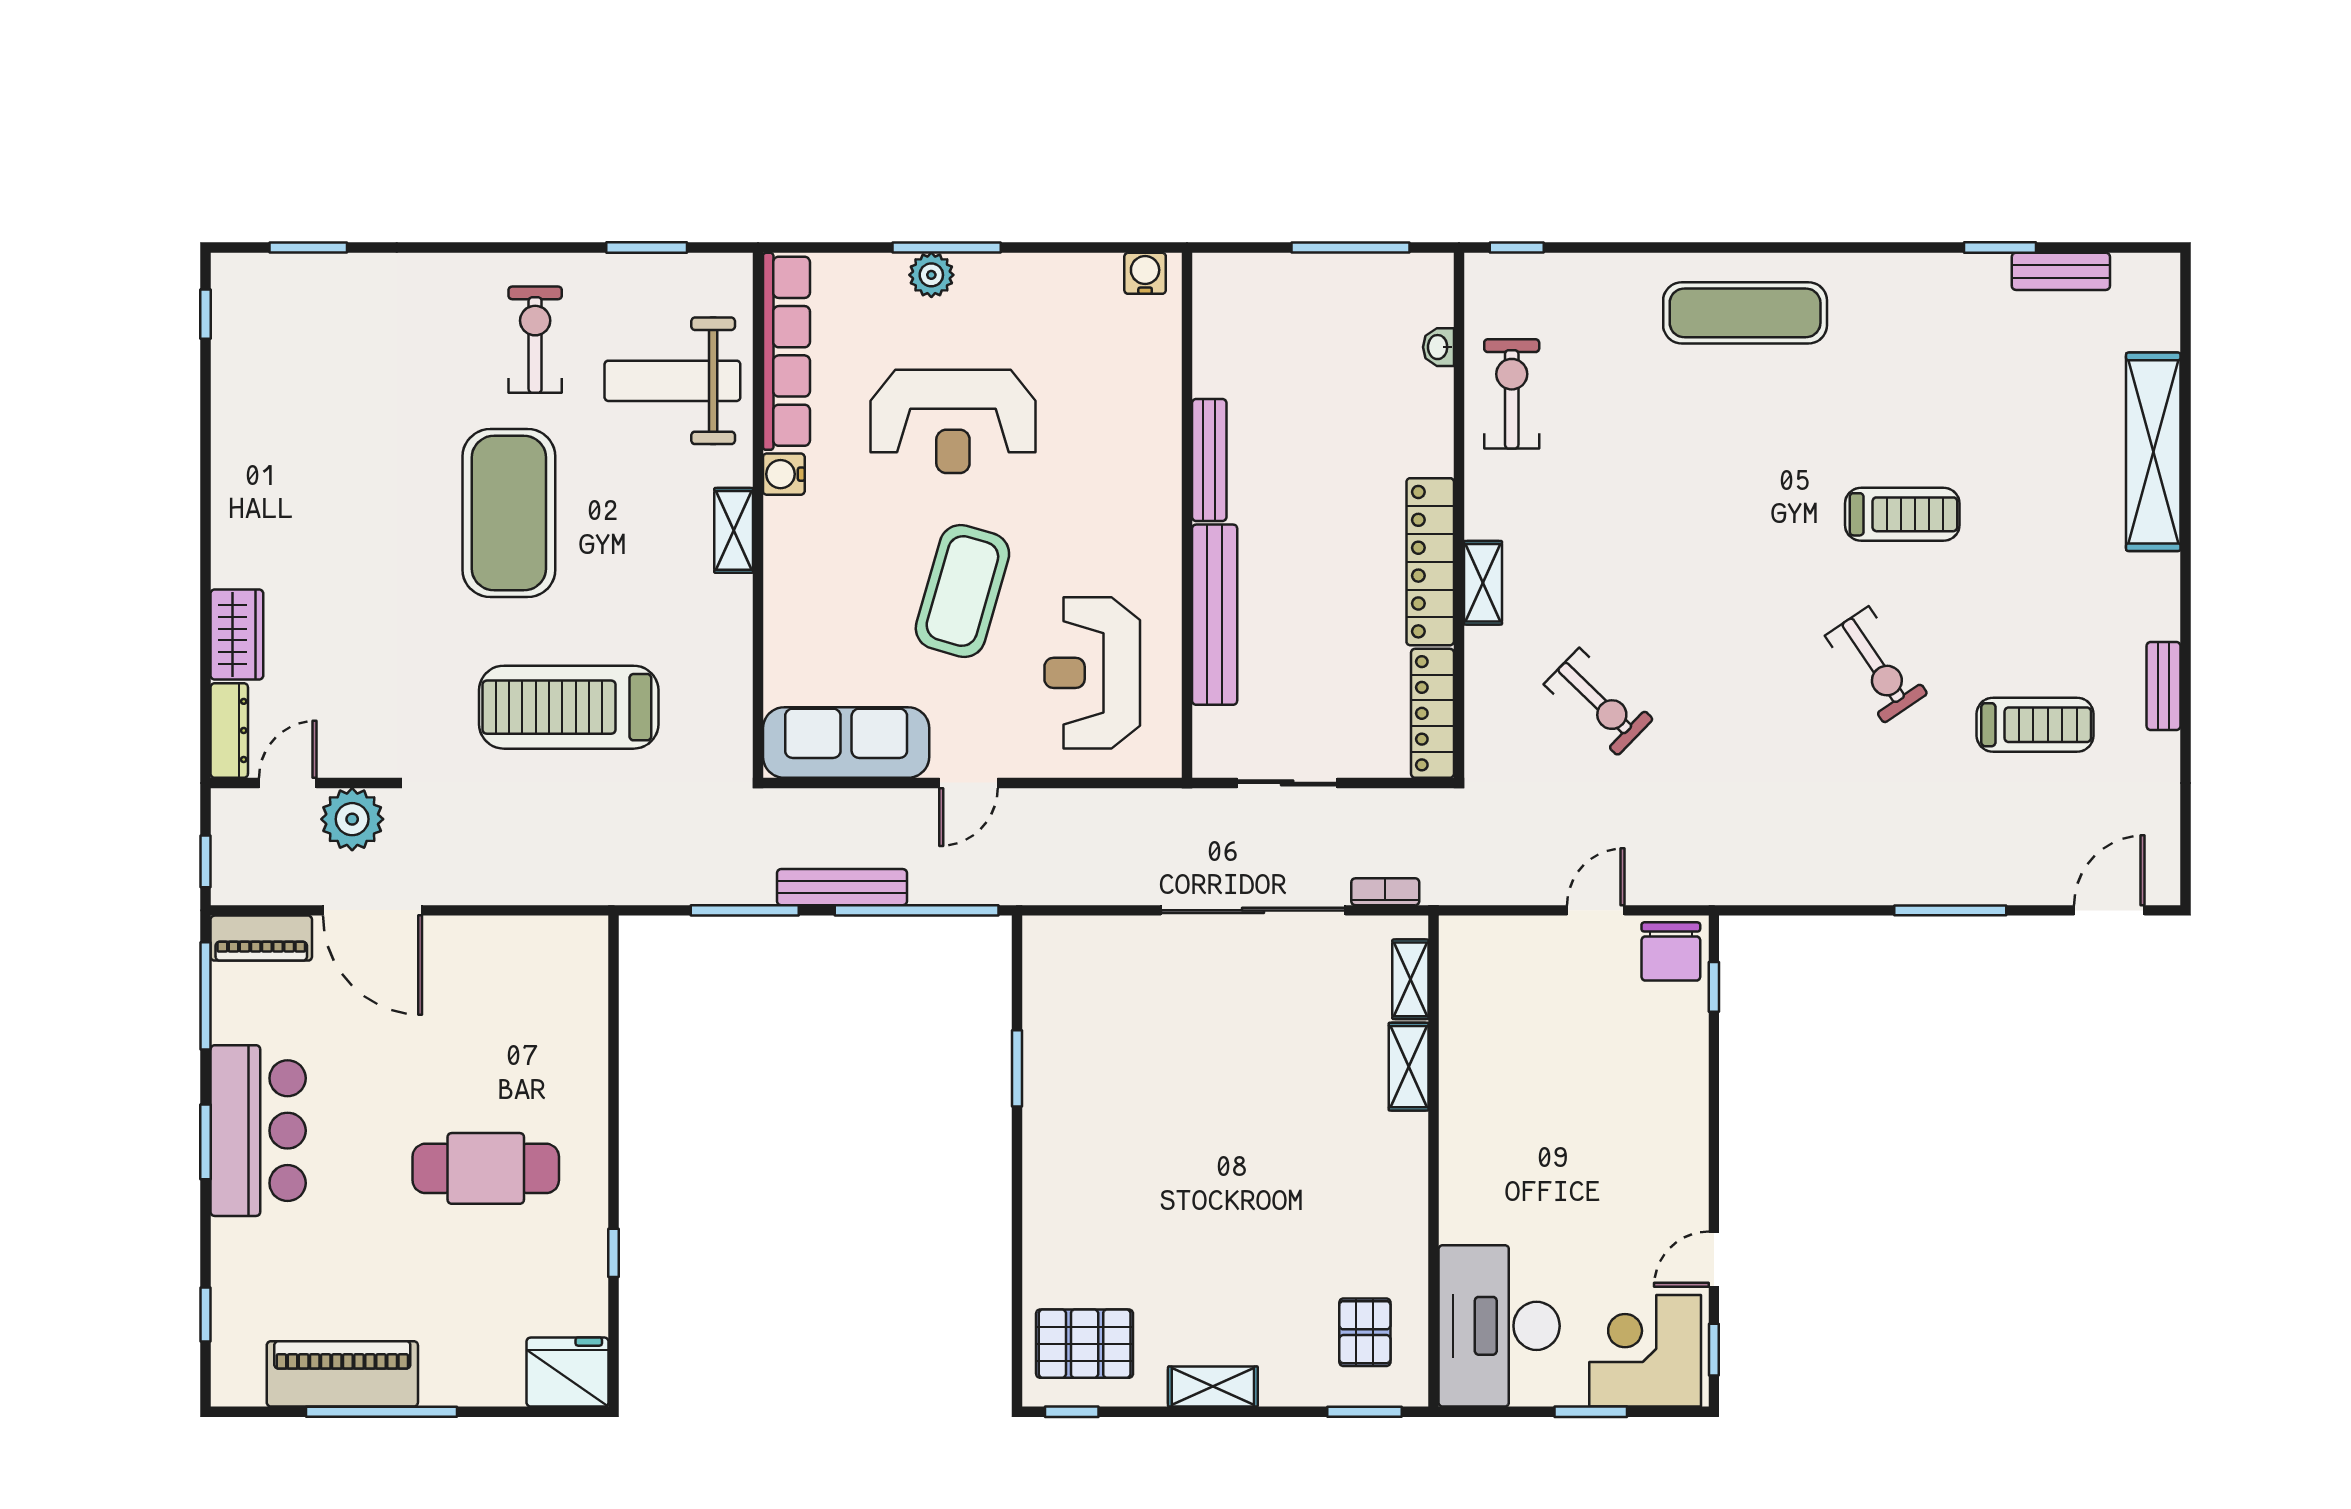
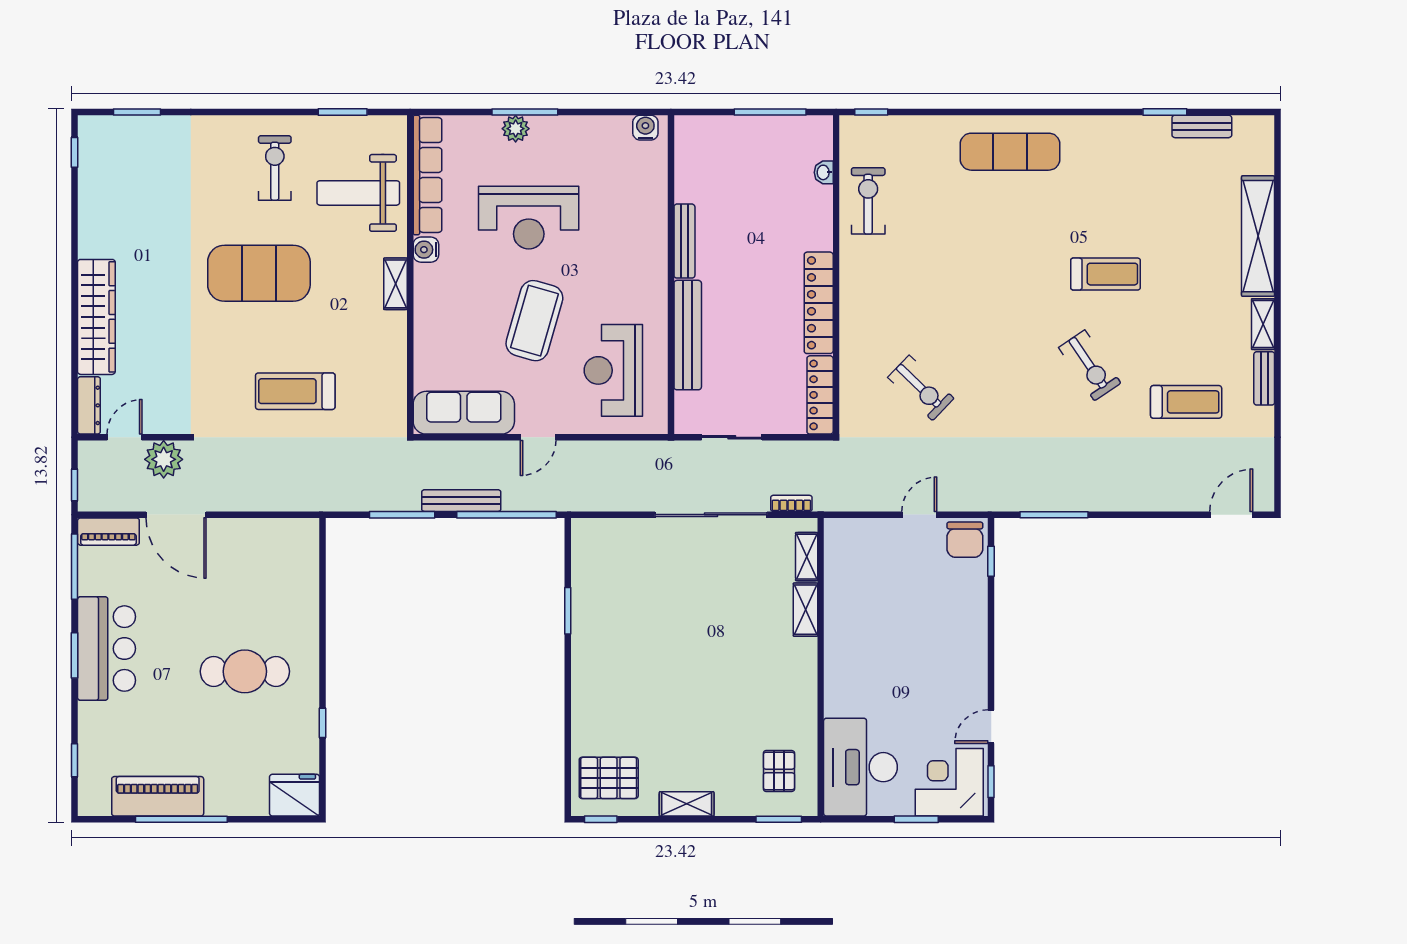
exercise mat: (509, 513) -> (259, 273), turned 90
shelving: (1483, 583) -> (1263, 324), moved
wardrobe: (237, 635) -> (96, 317), width x2.10, depth x1.17
treadmill: (569, 707) -> (295, 391), width x0.73, depth x0.73
window: (1950, 910) -> (1054, 515), moved

